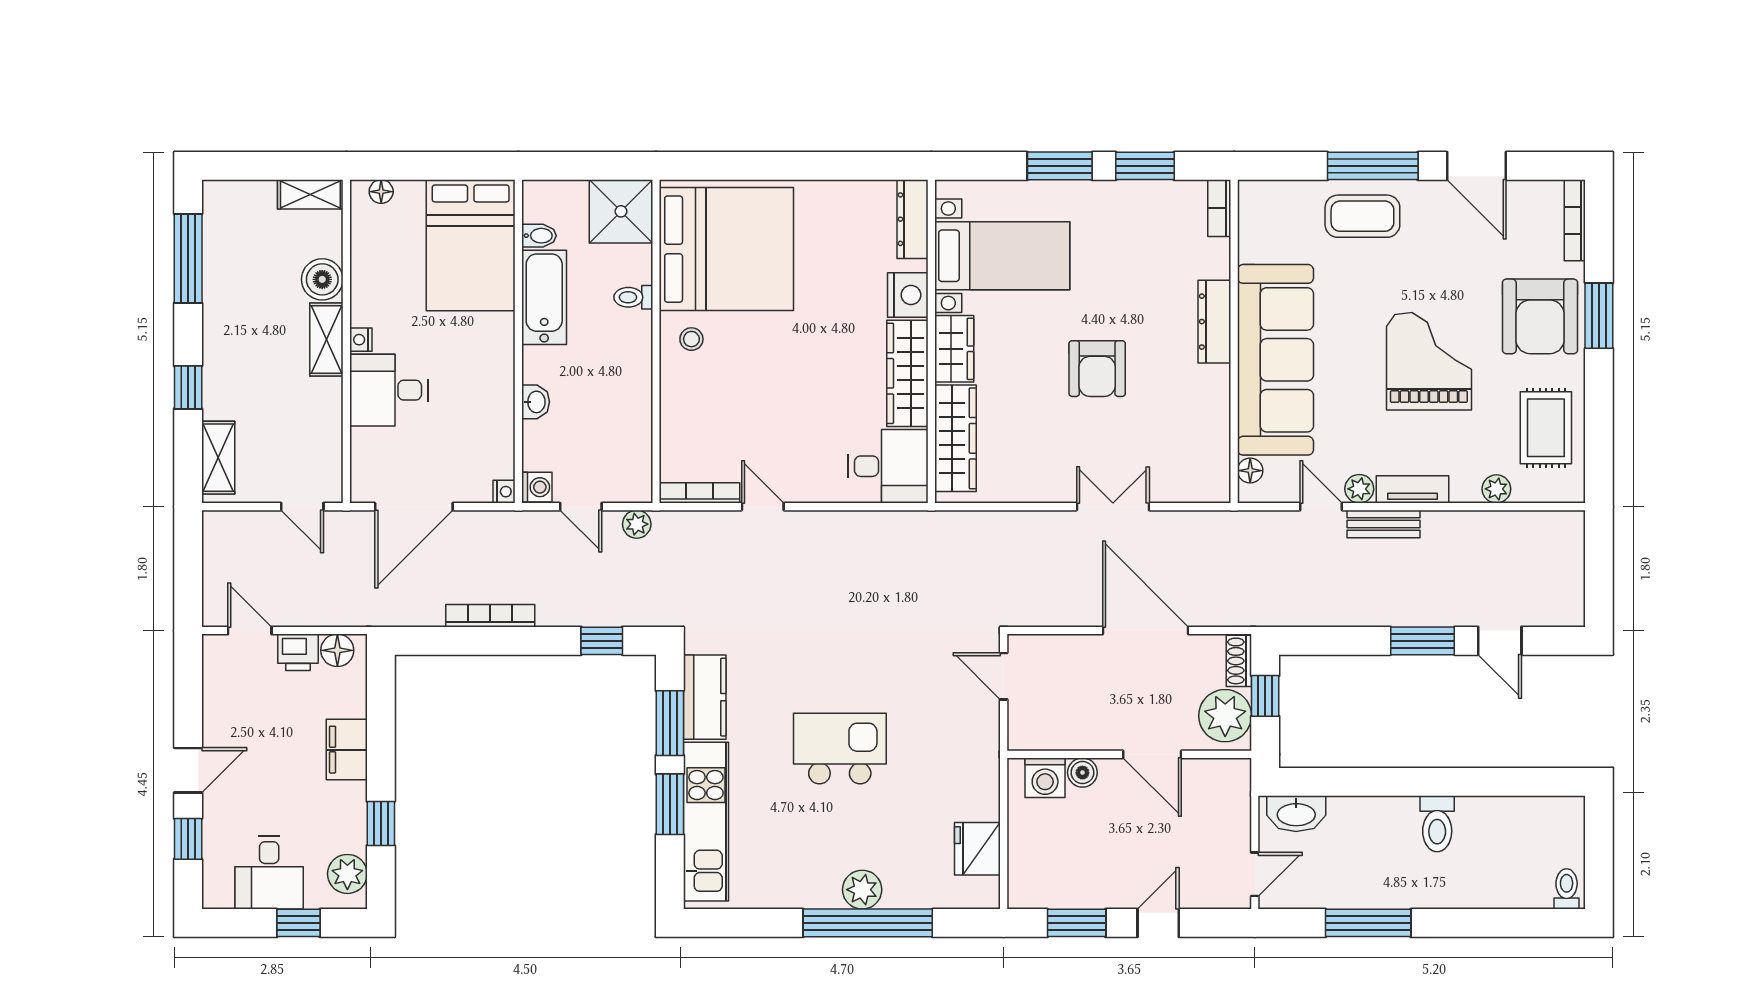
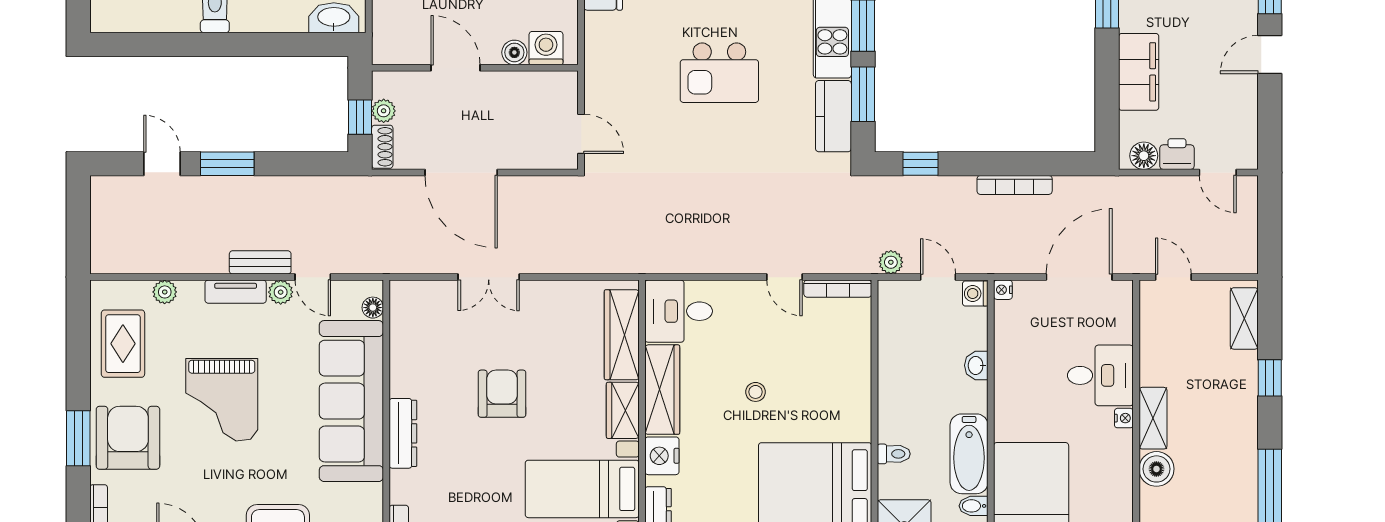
stool: (691, 339) -> (756, 392), moved
plant: (1225, 716) -> (384, 111), width x0.53, depth x0.53
filing cabinet: (347, 750) -> (1139, 72), width x1.50, depth x1.17

